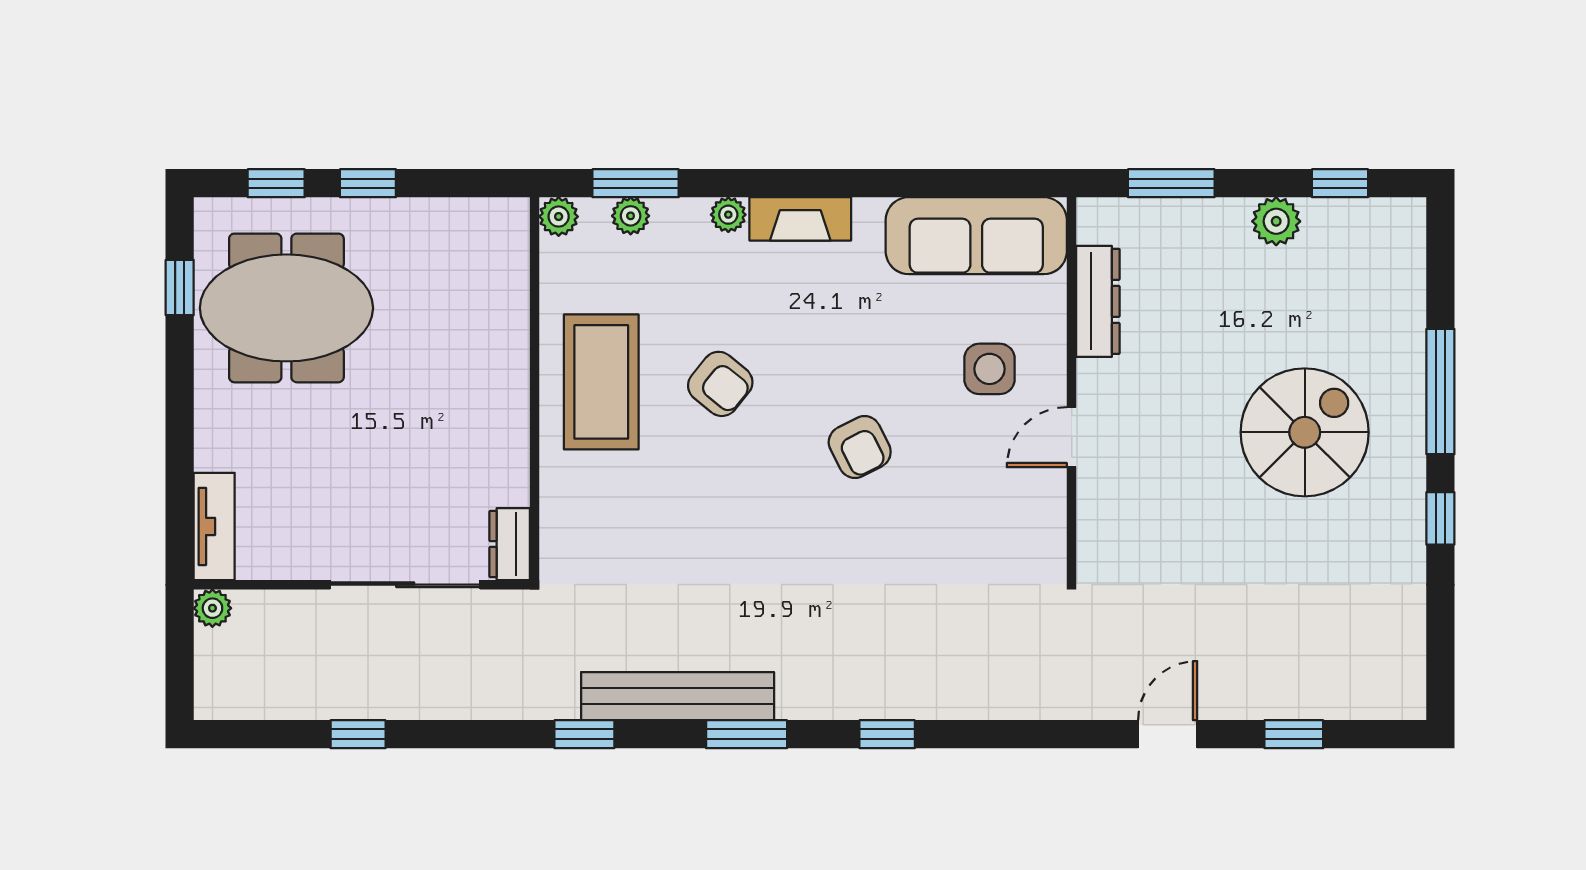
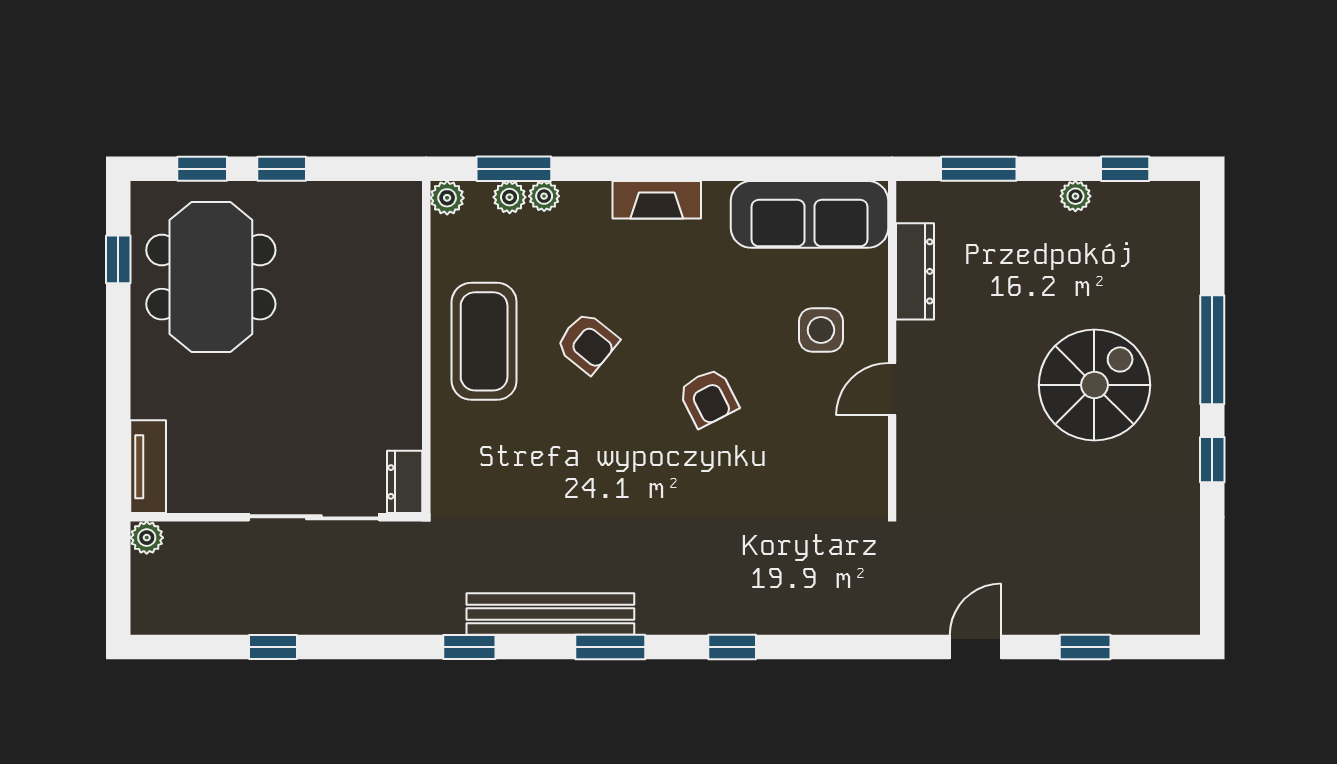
plant: (728, 215) -> (544, 196), moved
plant: (1276, 221) -> (1075, 196), width x0.73, depth x0.73
meeting table: (286, 308) -> (211, 277), turned 90

